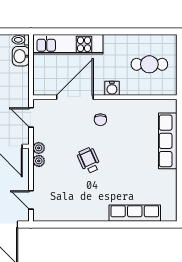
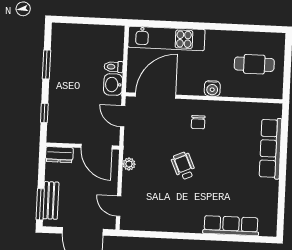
toilet: (21, 40) -> (114, 67), moved
washbasin: (21, 56) -> (113, 85), moved
door: (75, 97) -> (156, 96), moved
plant: (39, 148) -> (130, 150), removed

